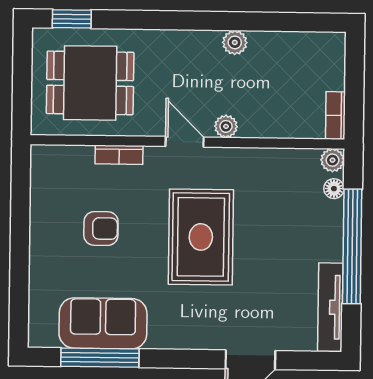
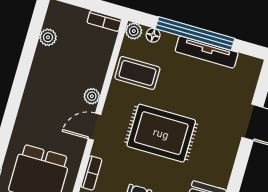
plant: (235, 42) -> (48, 37), moved
coffee table: (275, 181) -> (137, 73), added
tv unit: (330, 307) -> (207, 52), moved

